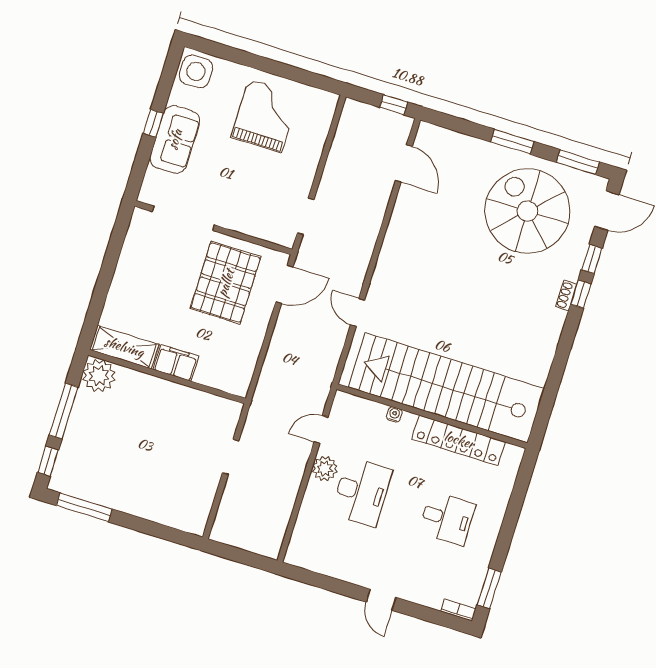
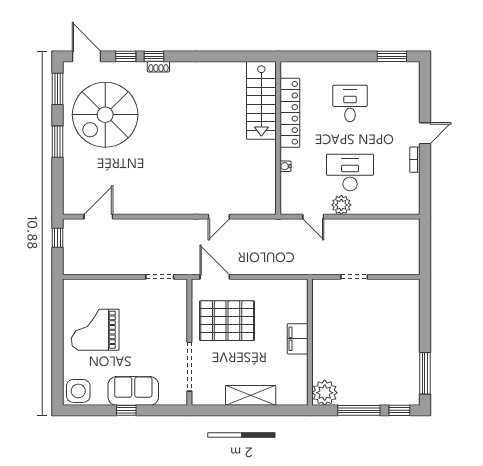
shelving: (124, 347) -> (251, 395), moved, turned 90
stairs: (446, 388) -> (261, 100), width x0.54, depth x0.66
bookcase: (458, 610) -> (415, 160), moved

